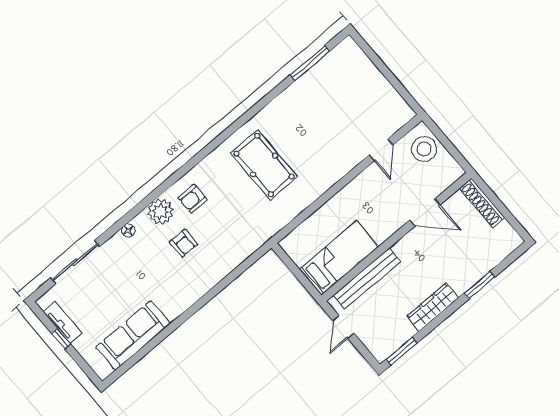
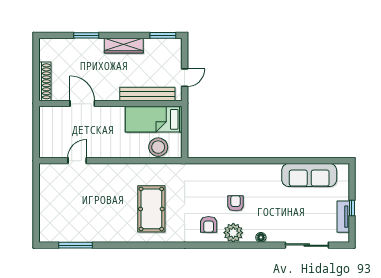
stool: (424, 149) -> (158, 147), moved
armchair: (193, 199) -> (209, 224), turned 90

